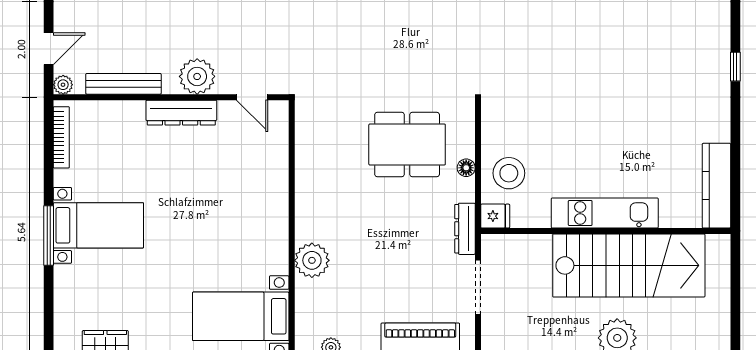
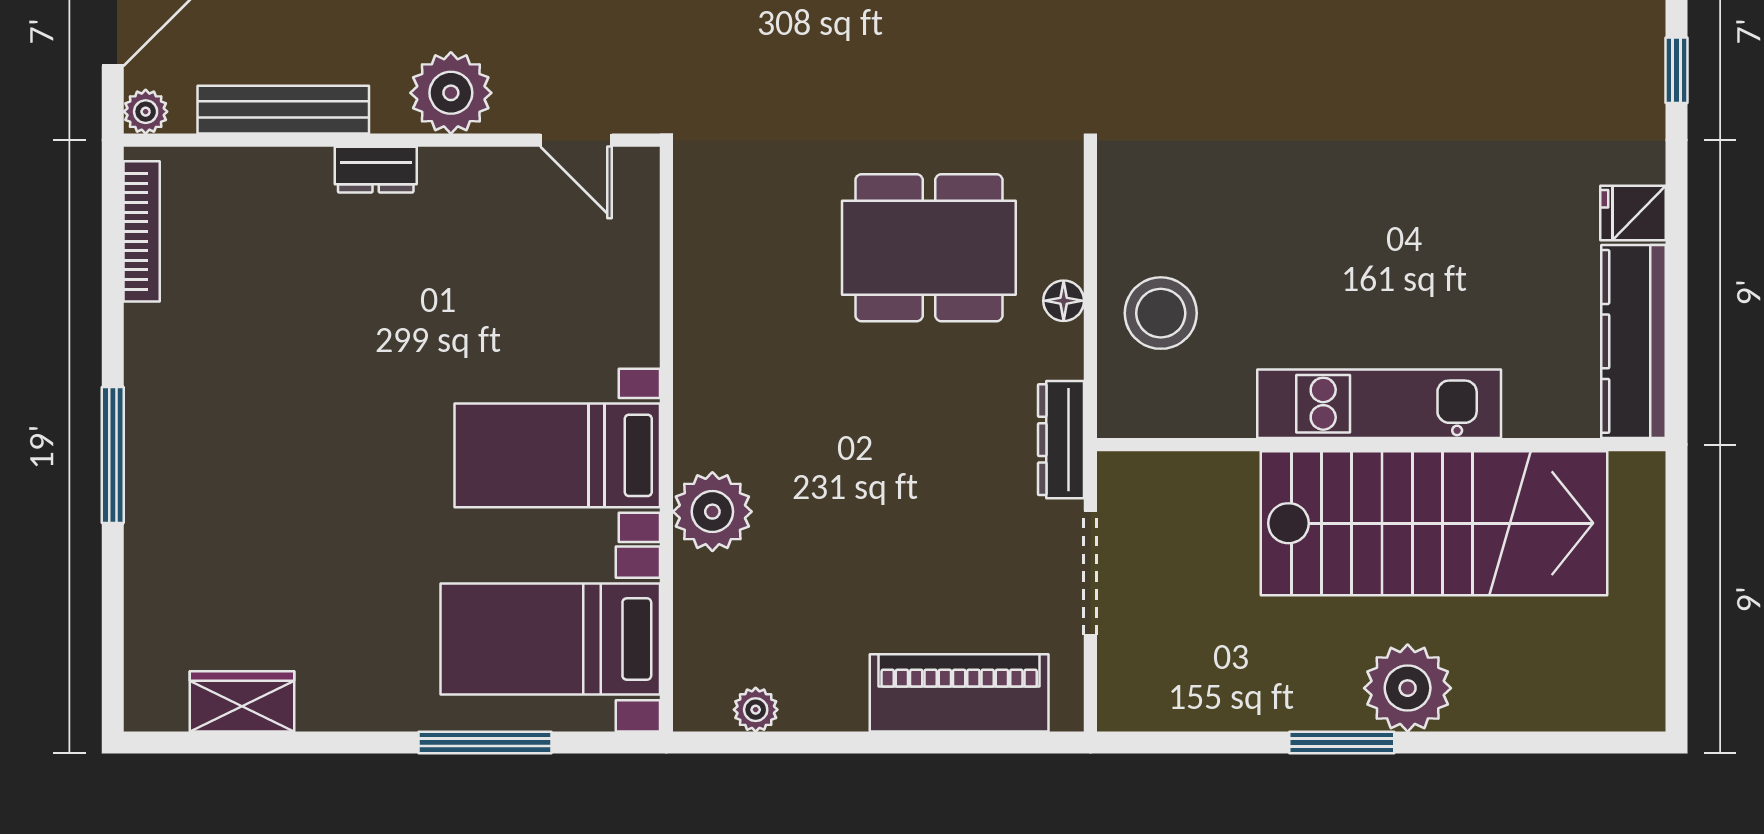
dresser: (181, 113) -> (376, 170), width x0.51, depth x0.80
fridge: (495, 216) -> (1633, 213), moved, turned 180
bed with nightstands: (98, 225) -> (557, 455), moved, turned 180

